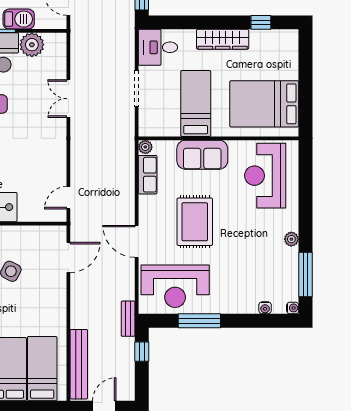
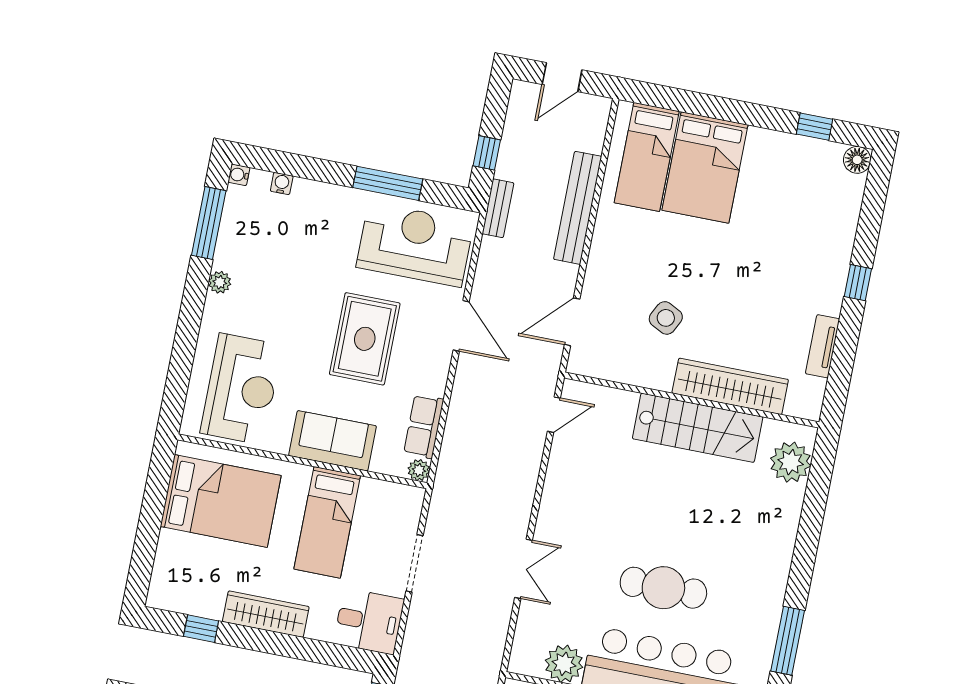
bench: (79, 364) -> (578, 208), moved

